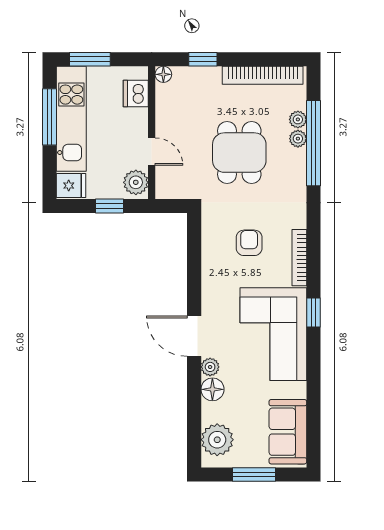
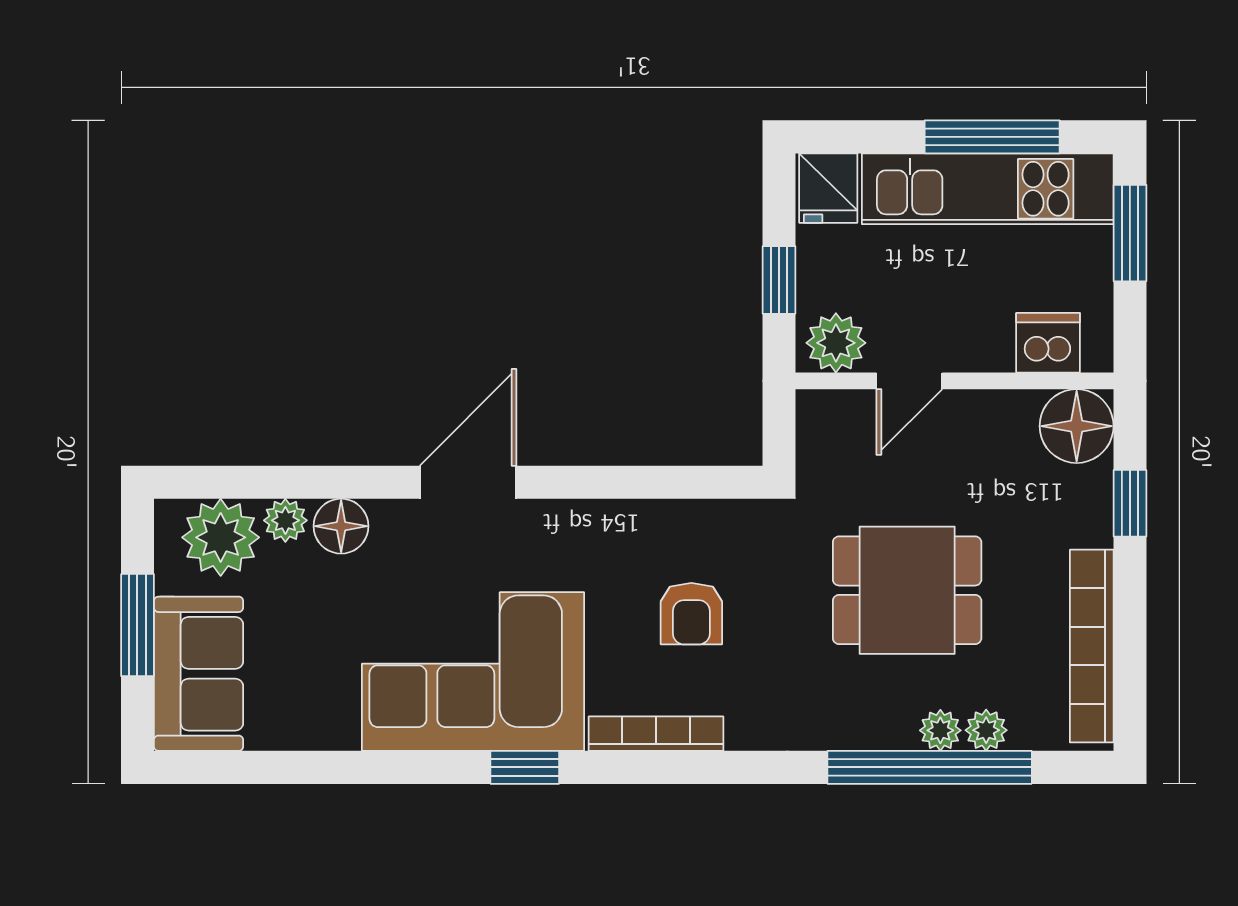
floor lamp: (163, 74) -> (1077, 426), width x1.89, depth x1.89
armchair: (249, 243) -> (691, 614), turned 90
plant: (210, 367) -> (285, 520), moved
sofa: (288, 432) -> (199, 674), moved, turned 90

